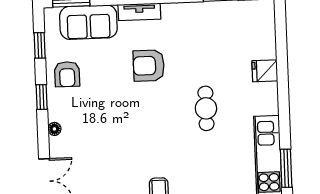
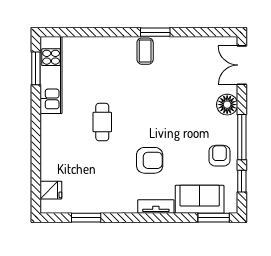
fridge: (265, 71) -> (51, 190), moved
window: (42, 97) -> (242, 137), width x2.17
floor lamp: (54, 129) -> (227, 105), width x1.89, depth x1.89

